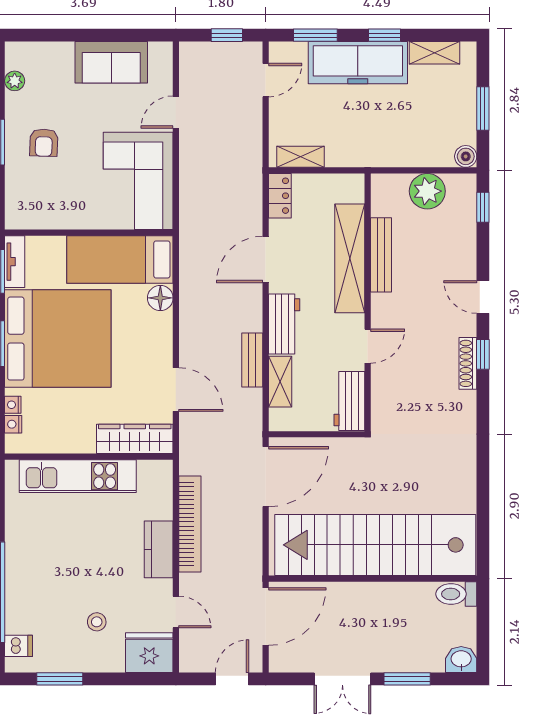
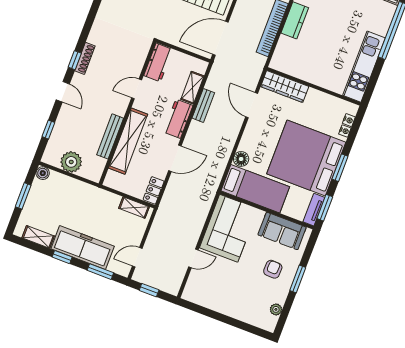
sofa: (111, 62) -> (282, 231), moved, turned 180
window: (483, 207) -> (48, 130), moved
kitchen unit: (78, 476) -> (364, 67), moved, turned -90

